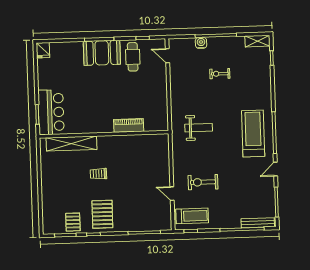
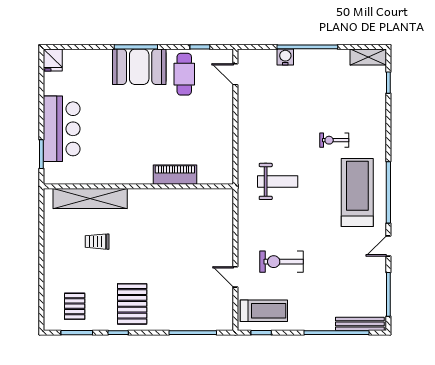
exercise bike: (220, 74) -> (334, 140), moved
bar counter: (51, 112) -> (62, 129), moved
trolley: (98, 174) -> (97, 242), moved
pallet: (73, 222) -> (75, 306), moved

